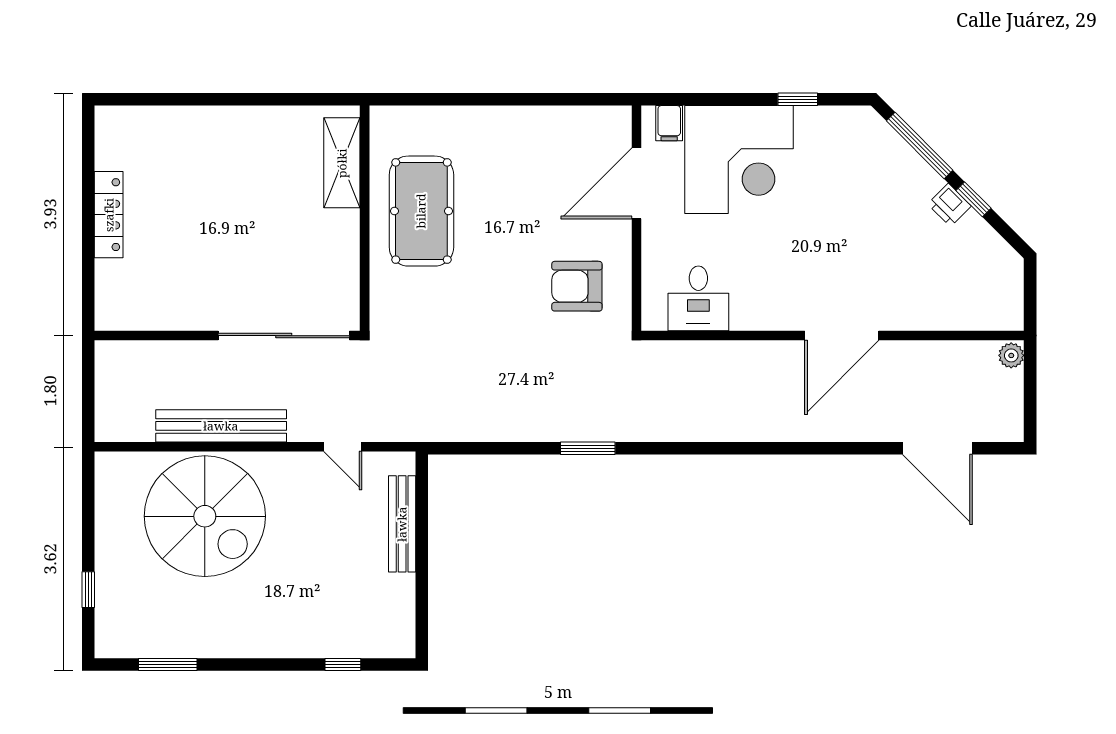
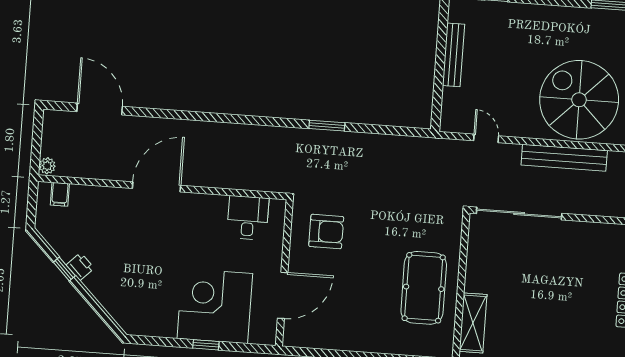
window: (798, 99) -> (206, 345), moved
filing cabinet: (669, 123) -> (60, 194), moved, turned 180
window: (920, 145) -> (97, 307), removed
bench: (402, 524) -> (453, 55), moved

